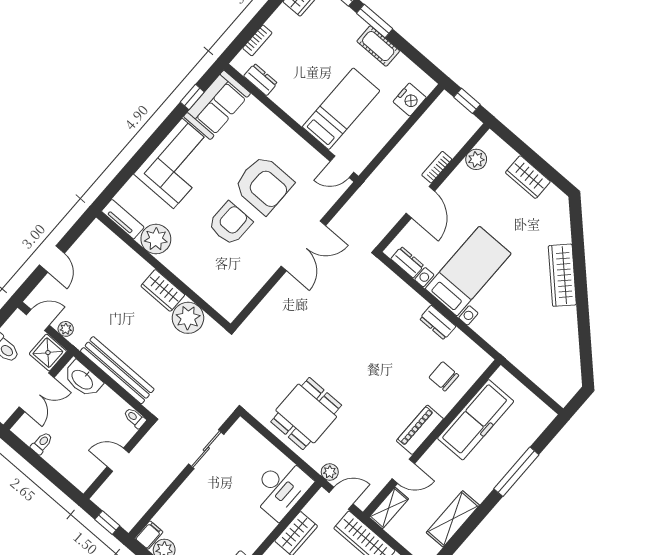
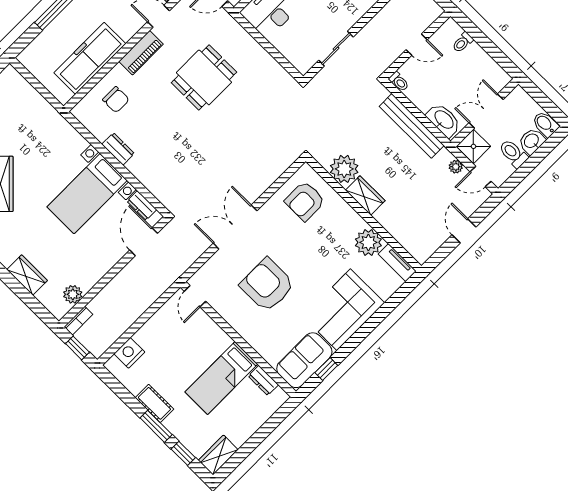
bookcase: (257, 40) -> (264, 416), removed
bed: (341, 109) -> (221, 378), moved
door: (342, 167) -> (195, 296), swing flipped
bookcase: (437, 167) -> (78, 321), moved
door: (420, 202) -> (144, 242), moved
armchair: (230, 223) -> (305, 201), moved
dining table: (306, 414) -> (204, 77), moved
toilet: (42, 443) -> (463, 42), moved
plant: (330, 472) -> (225, 20), removed

